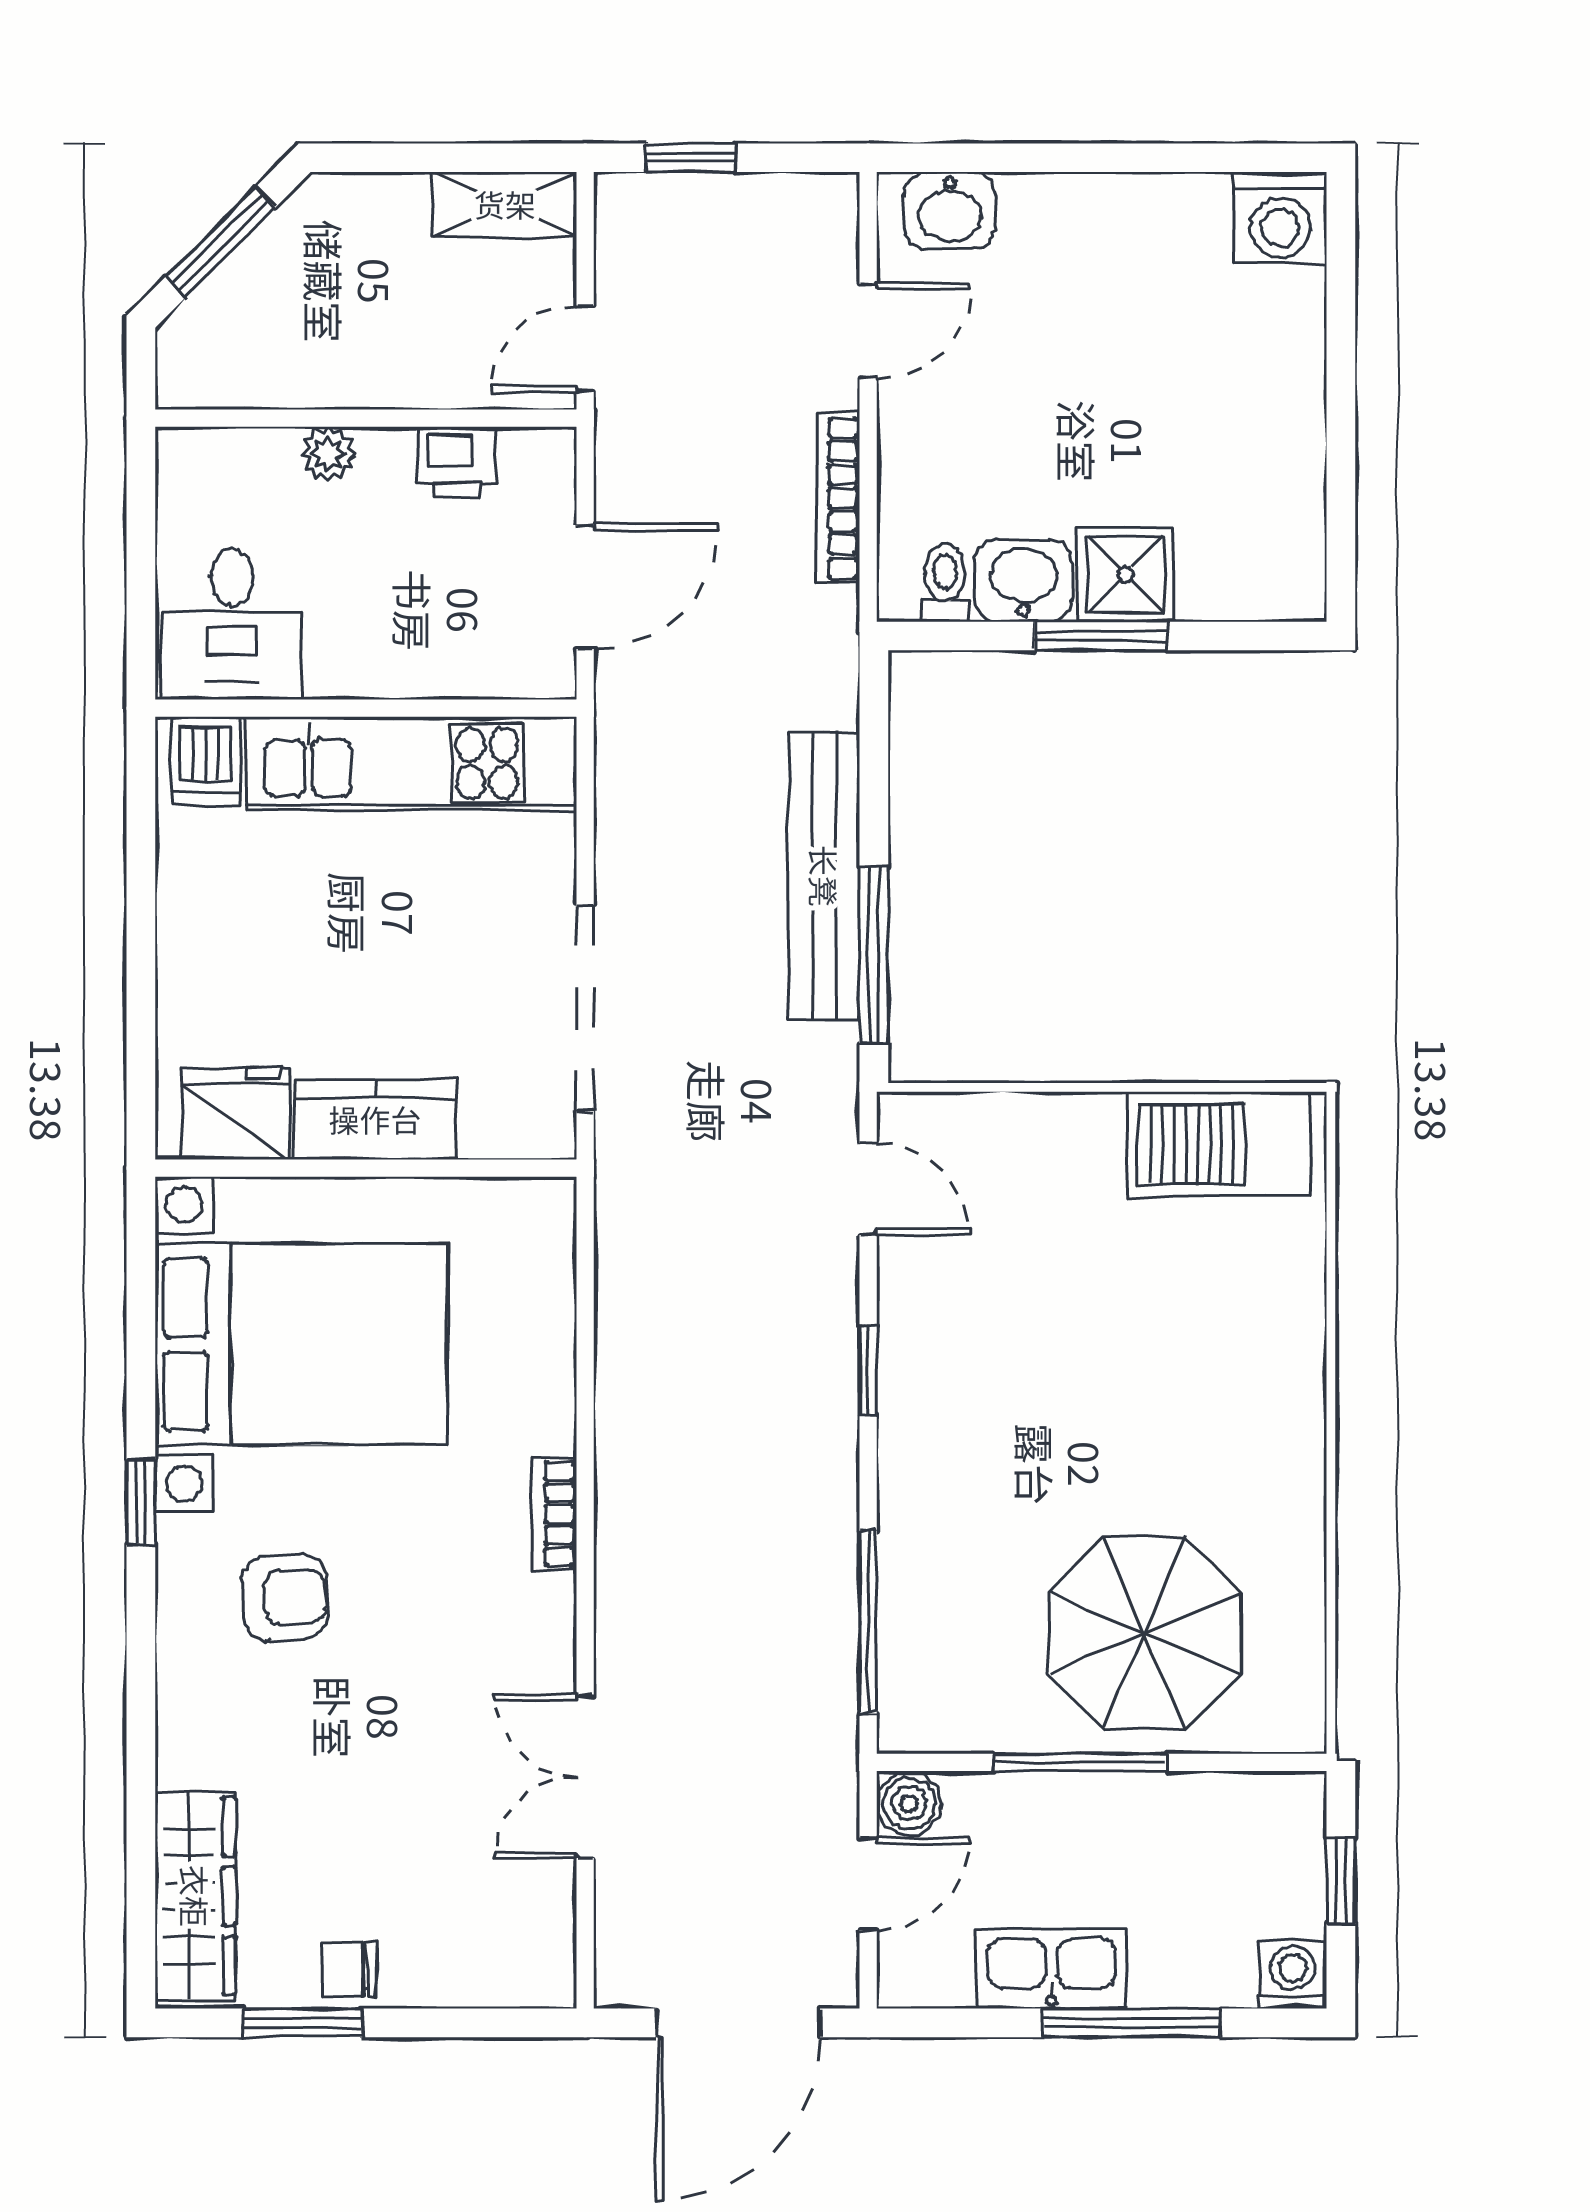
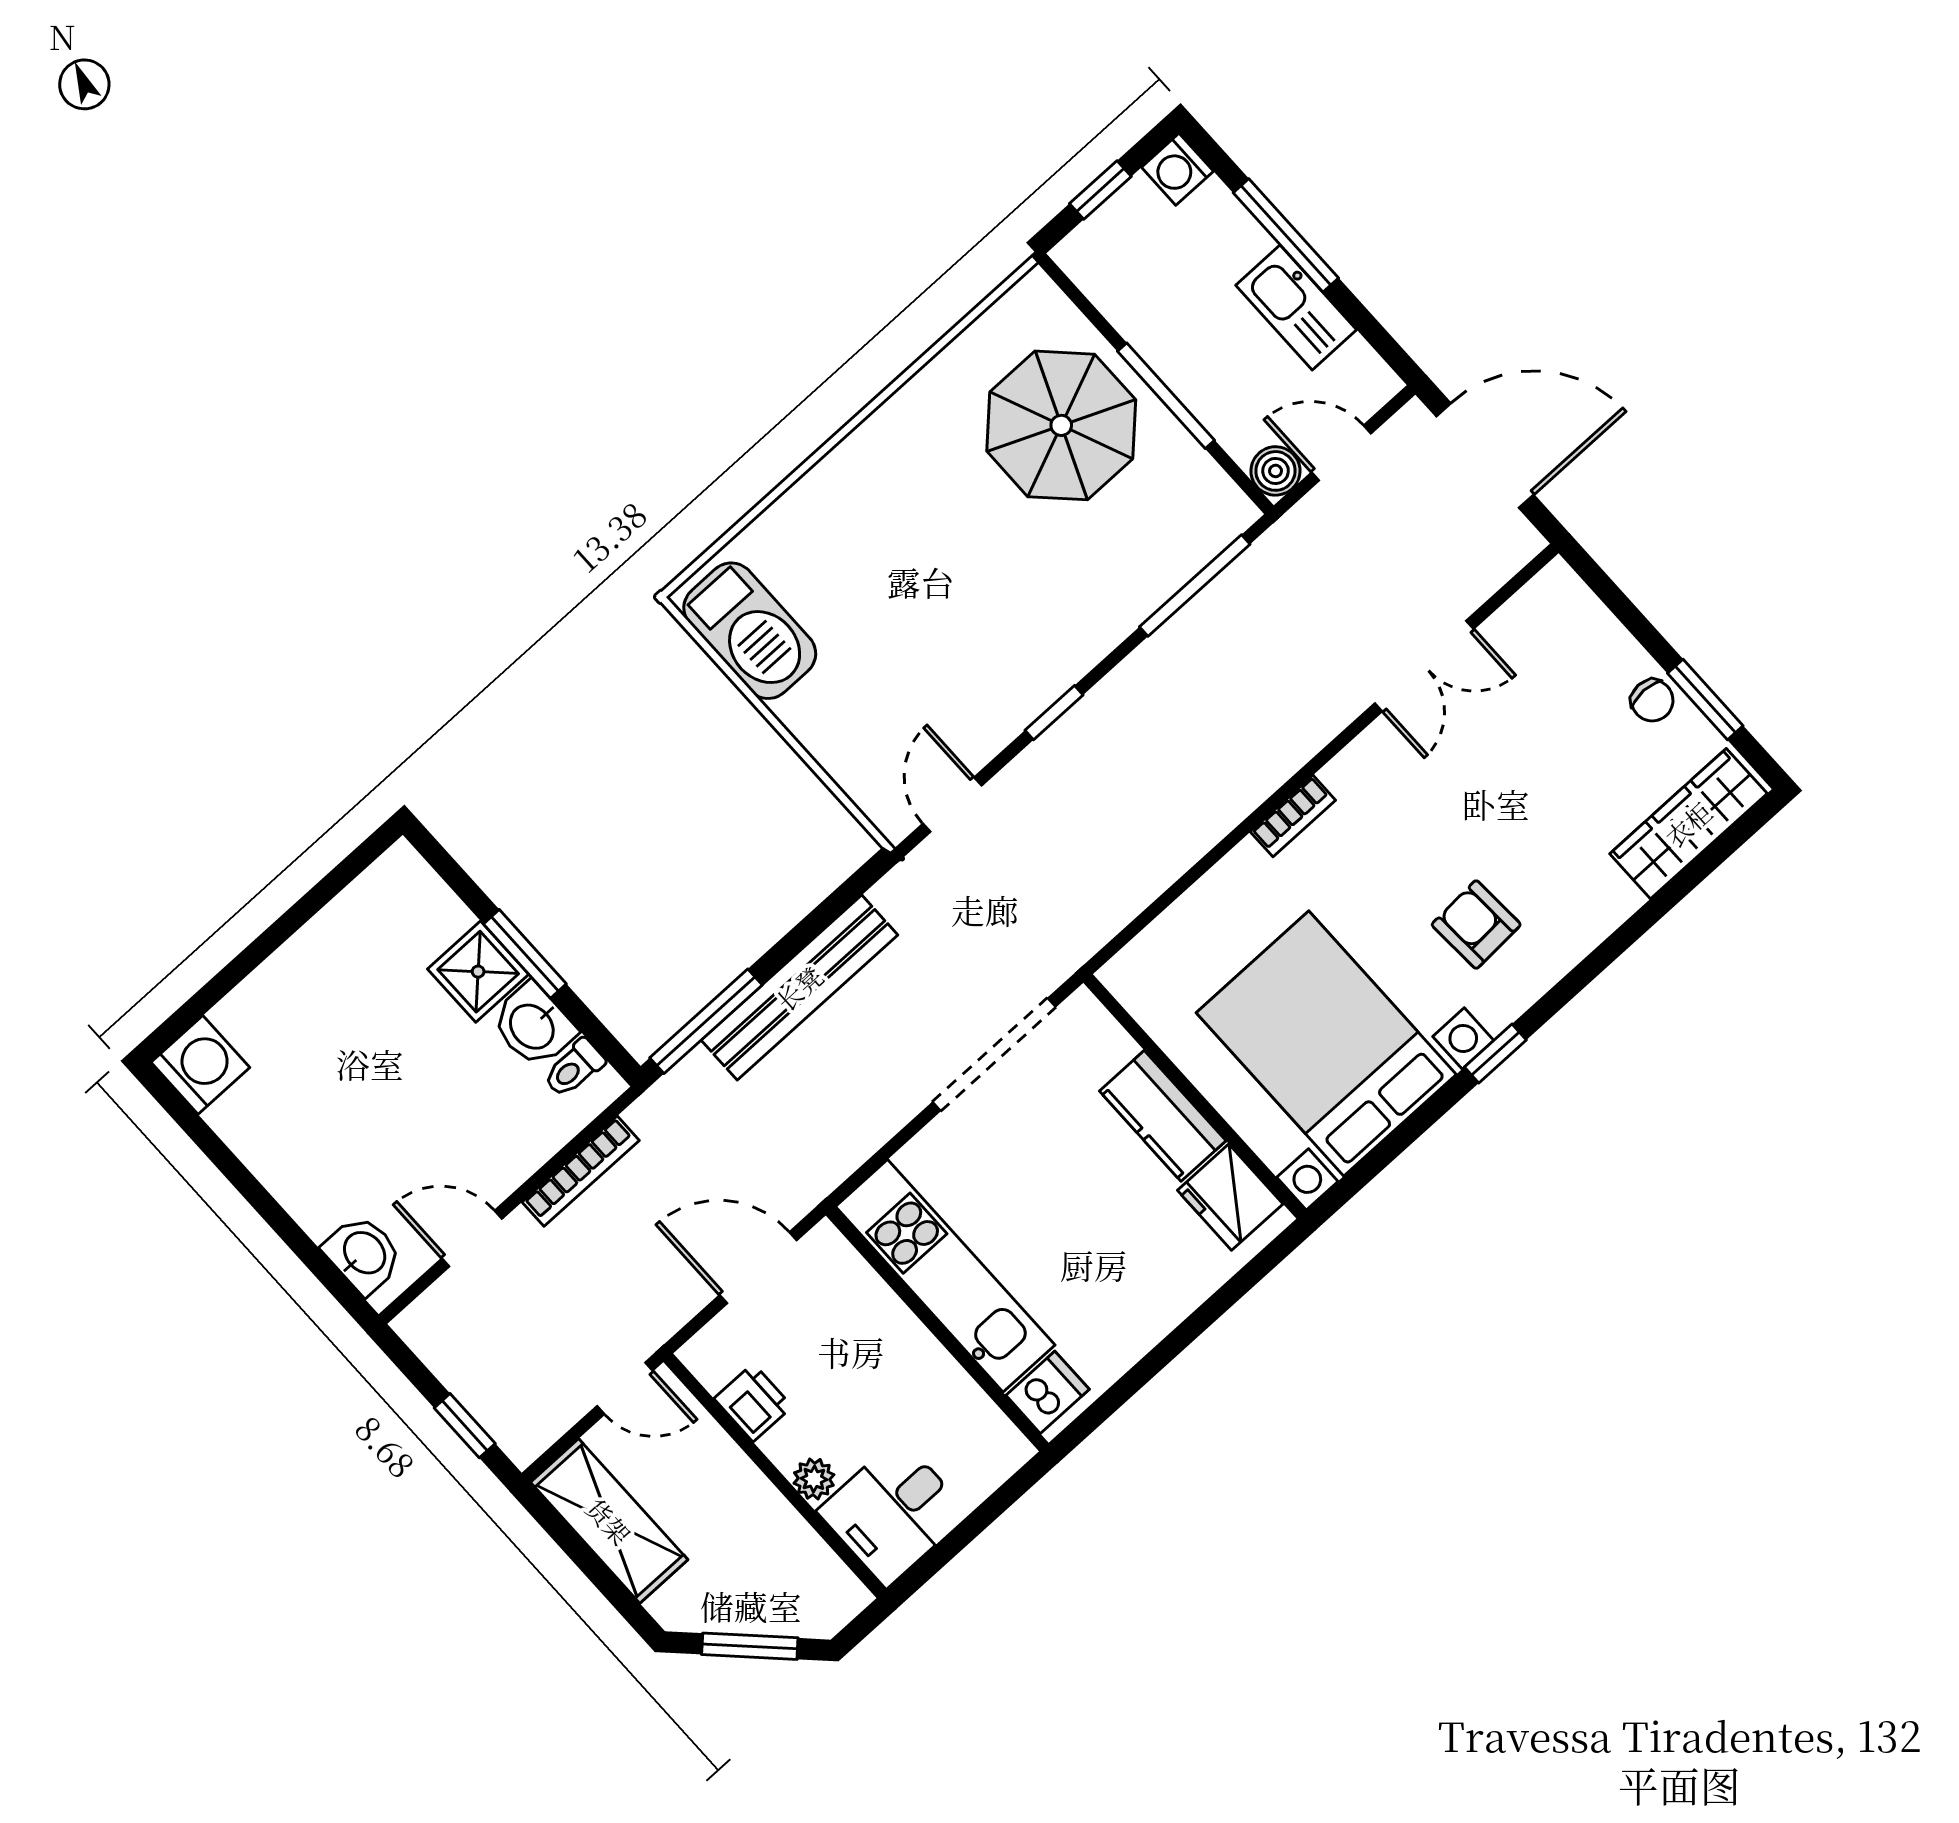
shelving: (505, 204) -> (609, 1521), width x1.50, depth x1.33
desk: (232, 624) -> (893, 1512), moved, turned 180
window: (874, 955) -> (706, 1021), moved

